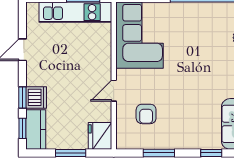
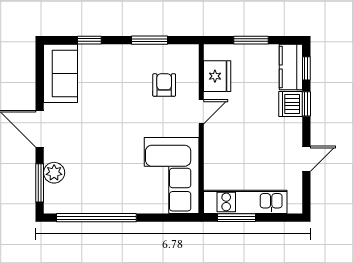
fridge: (100, 136) -> (217, 76), moved

